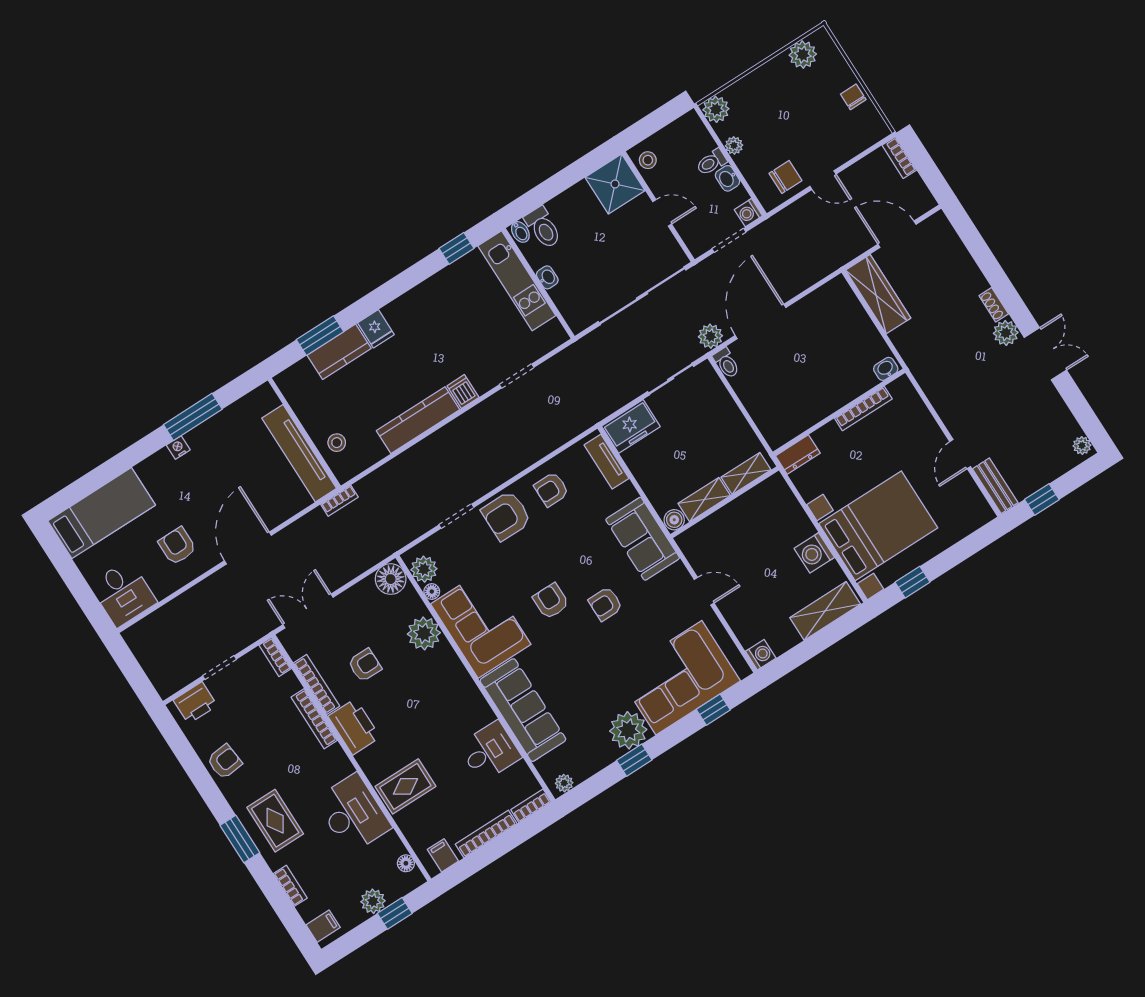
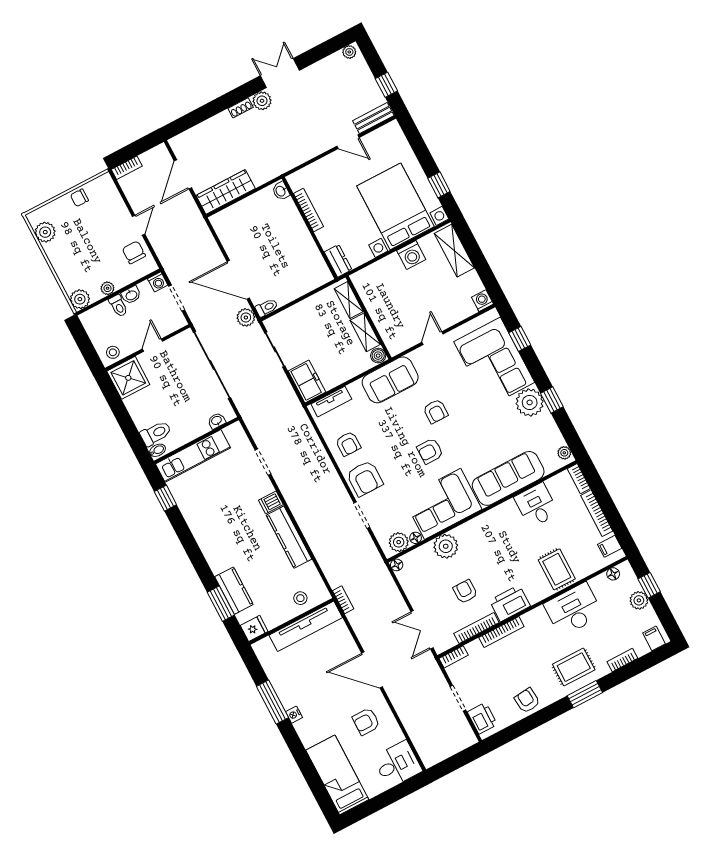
washbasin: (547, 277) -> (217, 421), moved
fridge: (376, 329) -> (254, 628), moved
floor lamp: (391, 579) -> (397, 565), width x0.53, depth x0.53

